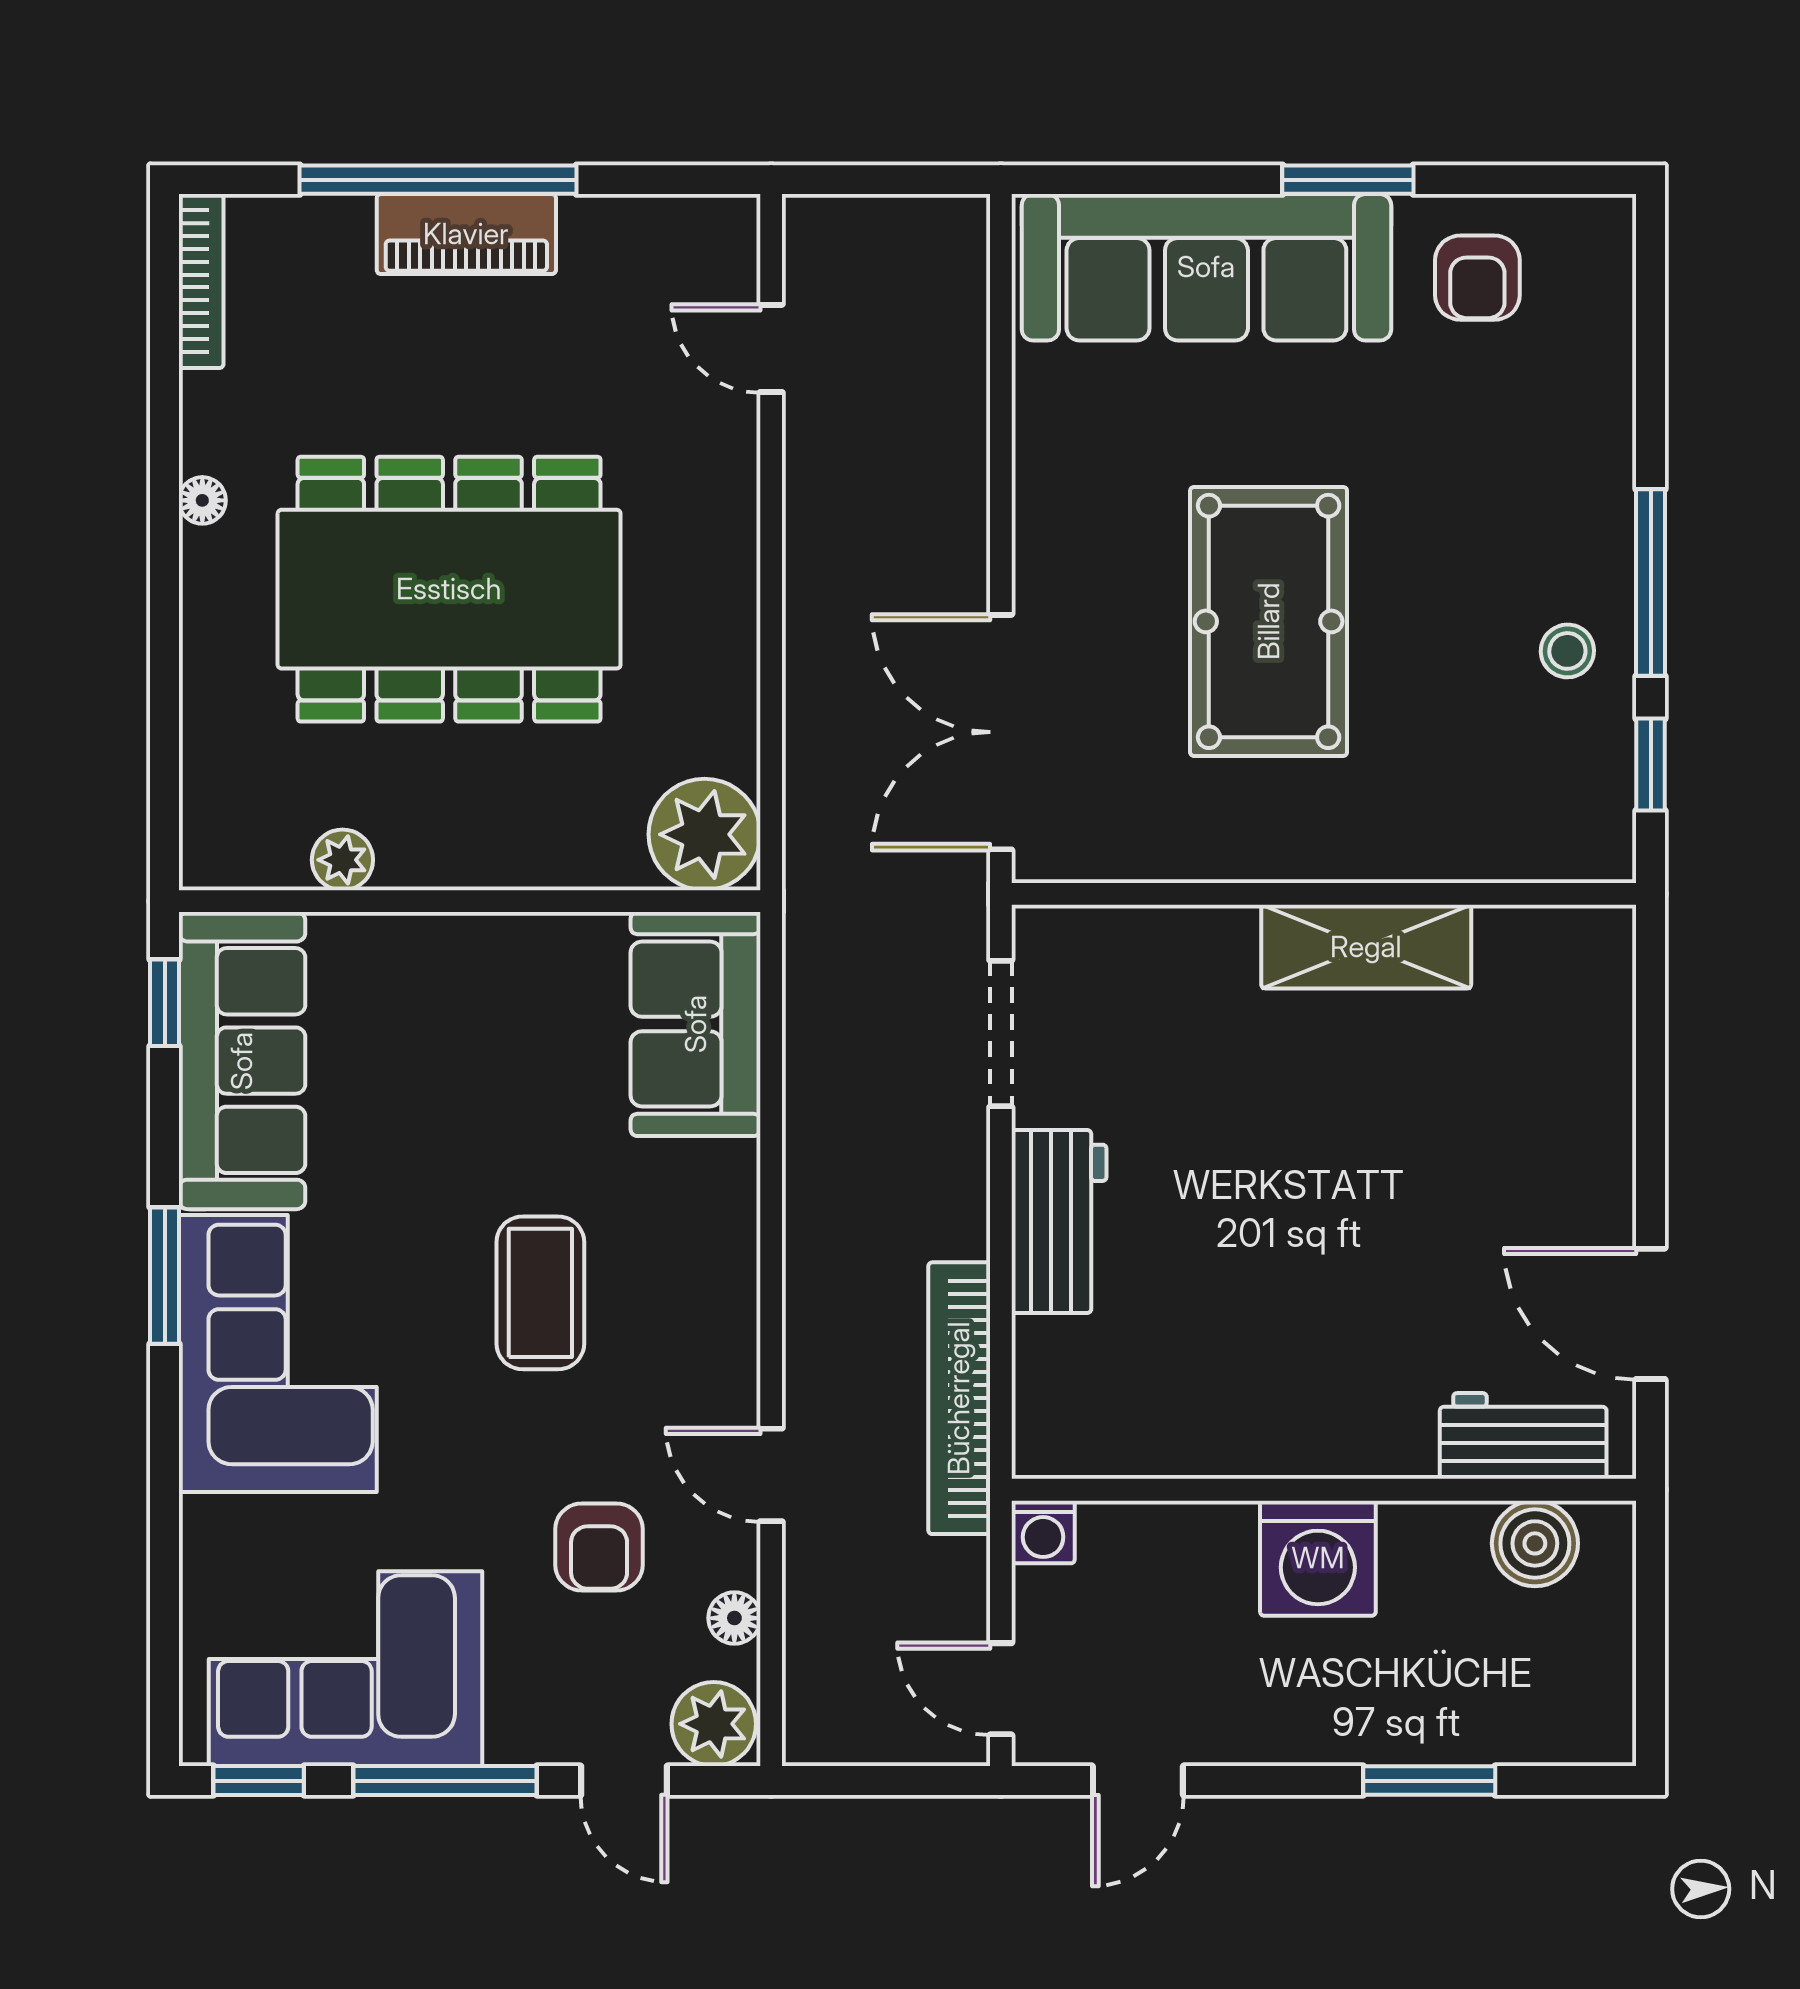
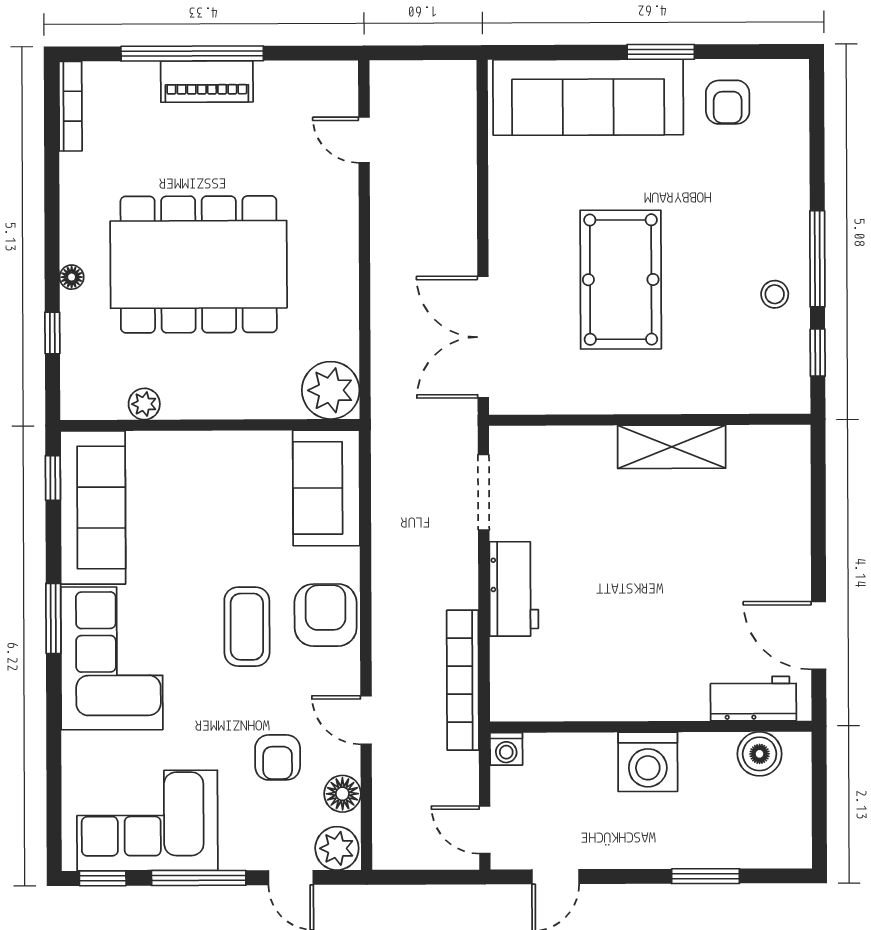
floor lamp: (202, 500) -> (72, 277), moved
window: (165, 721) -> (52, 333), added
armchair: (693, 1271) -> (326, 615), added
floor lamp: (734, 1618) -> (342, 794), width x1.37, depth x1.37

